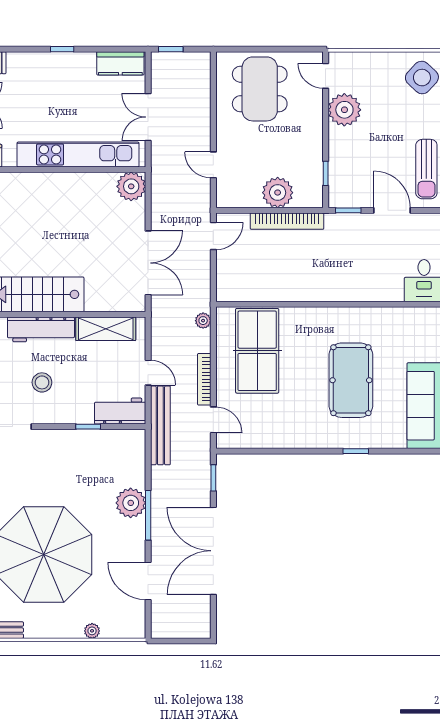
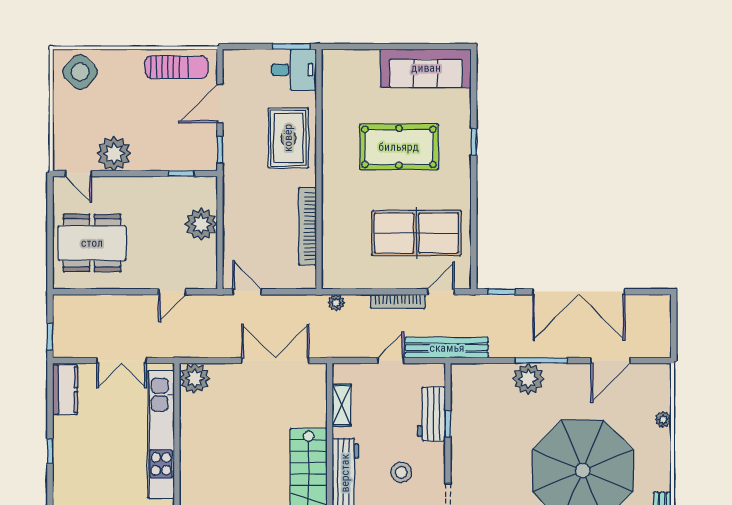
door: (326, 76) -> (78, 173), hinge flipped
bookcase: (287, 221) -> (307, 226), moved, turned 180
rug: (359, 275) -> (288, 138), added
shelving: (106, 329) -> (342, 405), width x0.67, depth x0.75
table tennis table: (257, 351) -> (416, 233), moved
workbench: (120, 411) -> (431, 414), moved

